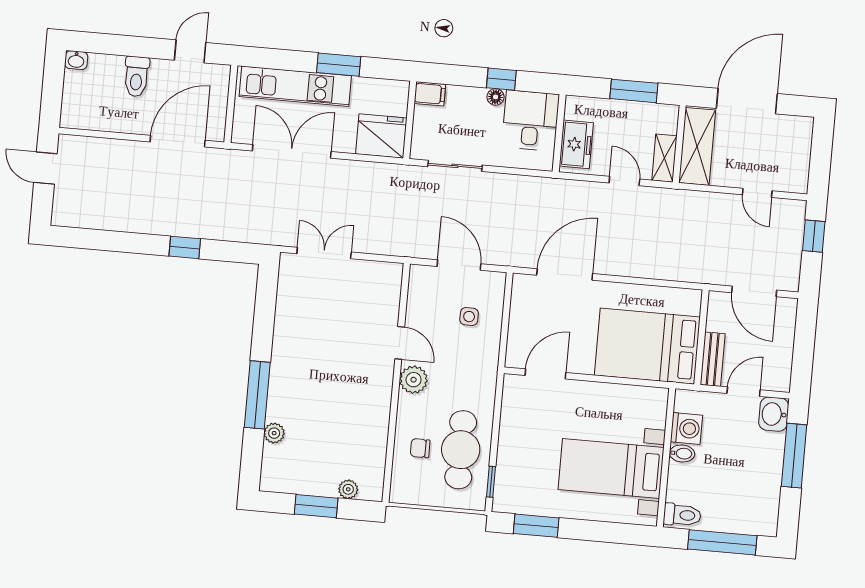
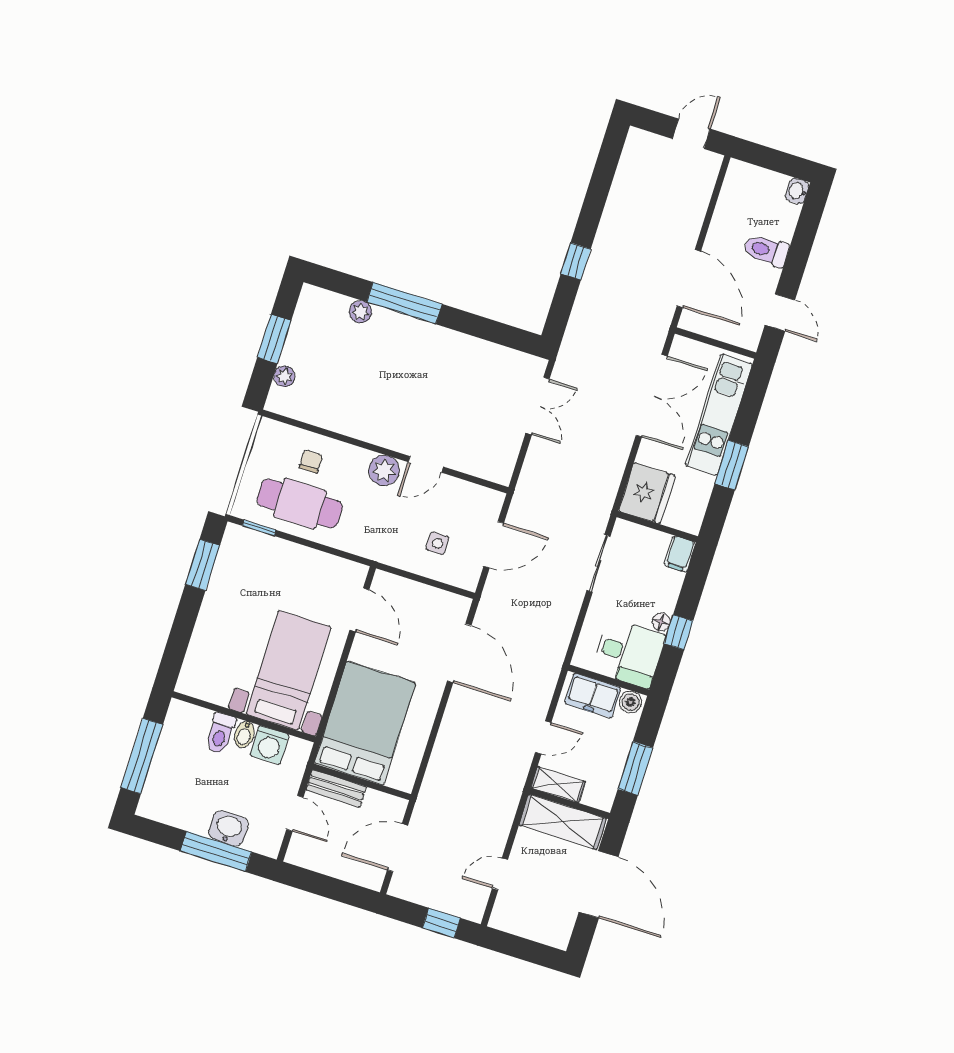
boiler: (575, 109) -> (631, 702), added
washbasin: (774, 414) -> (228, 828), moved
bed with nightstands: (611, 469) -> (288, 670), moved
toilet: (682, 515) -> (220, 733), moved

